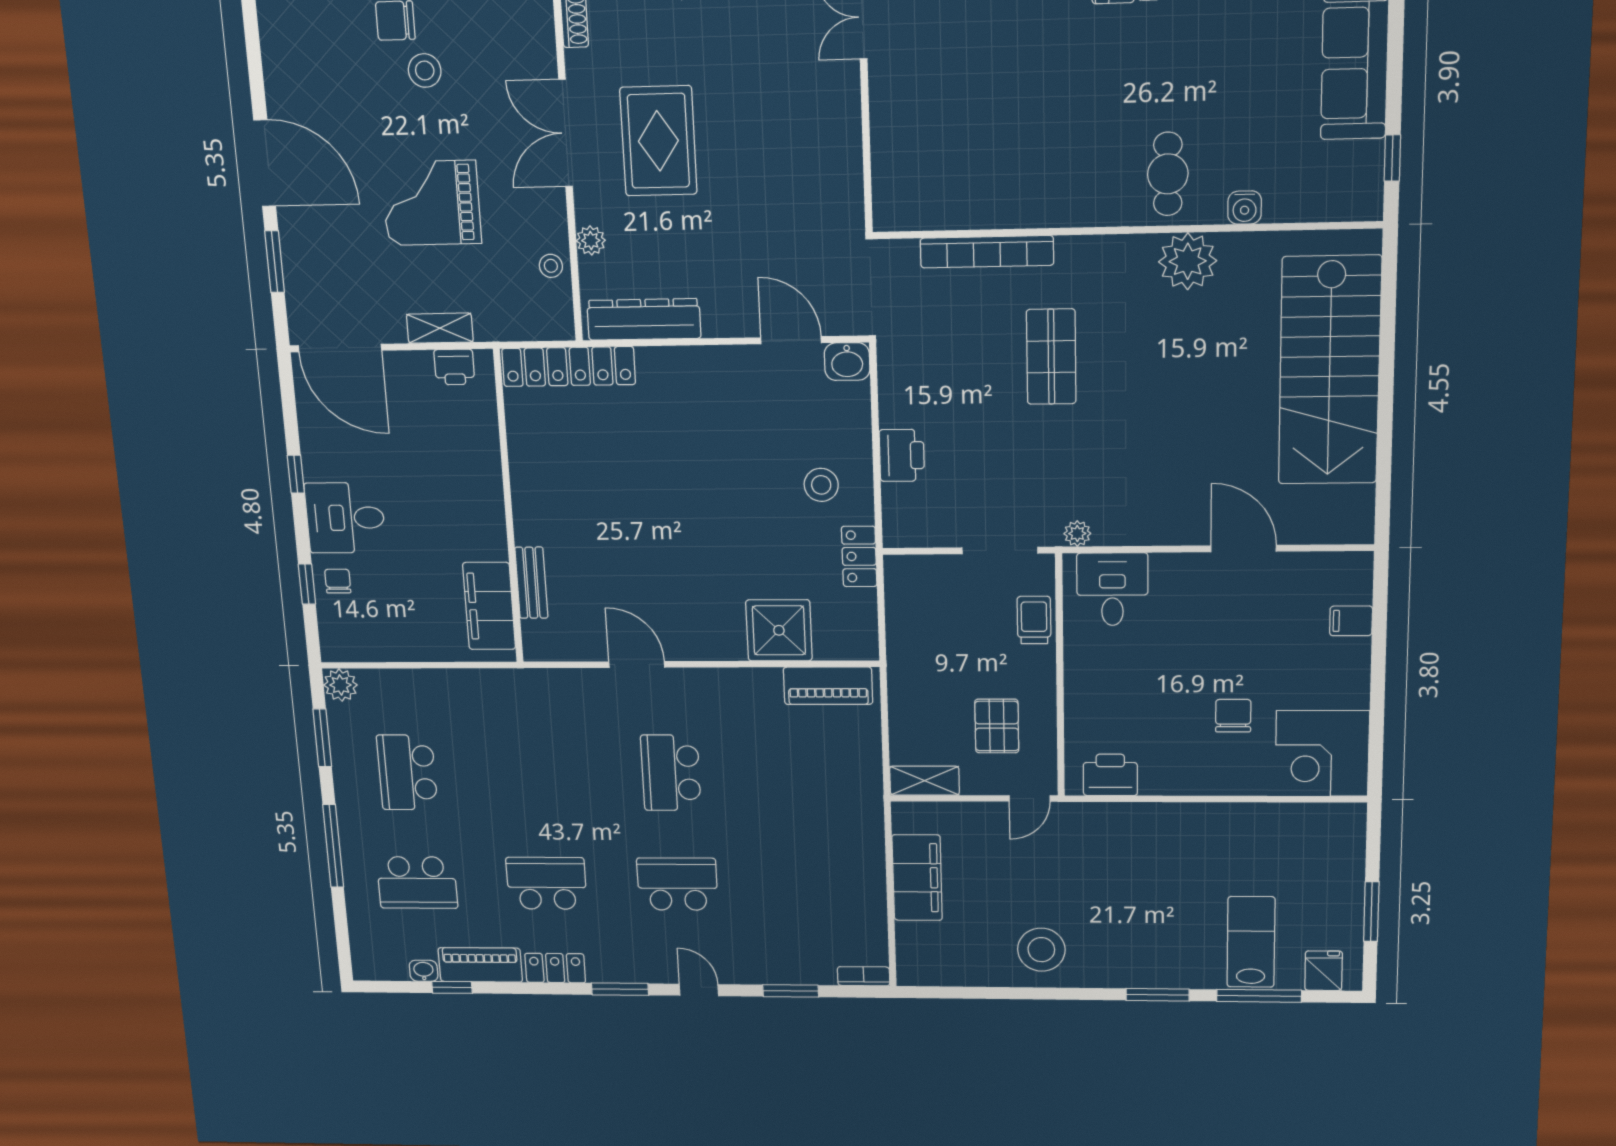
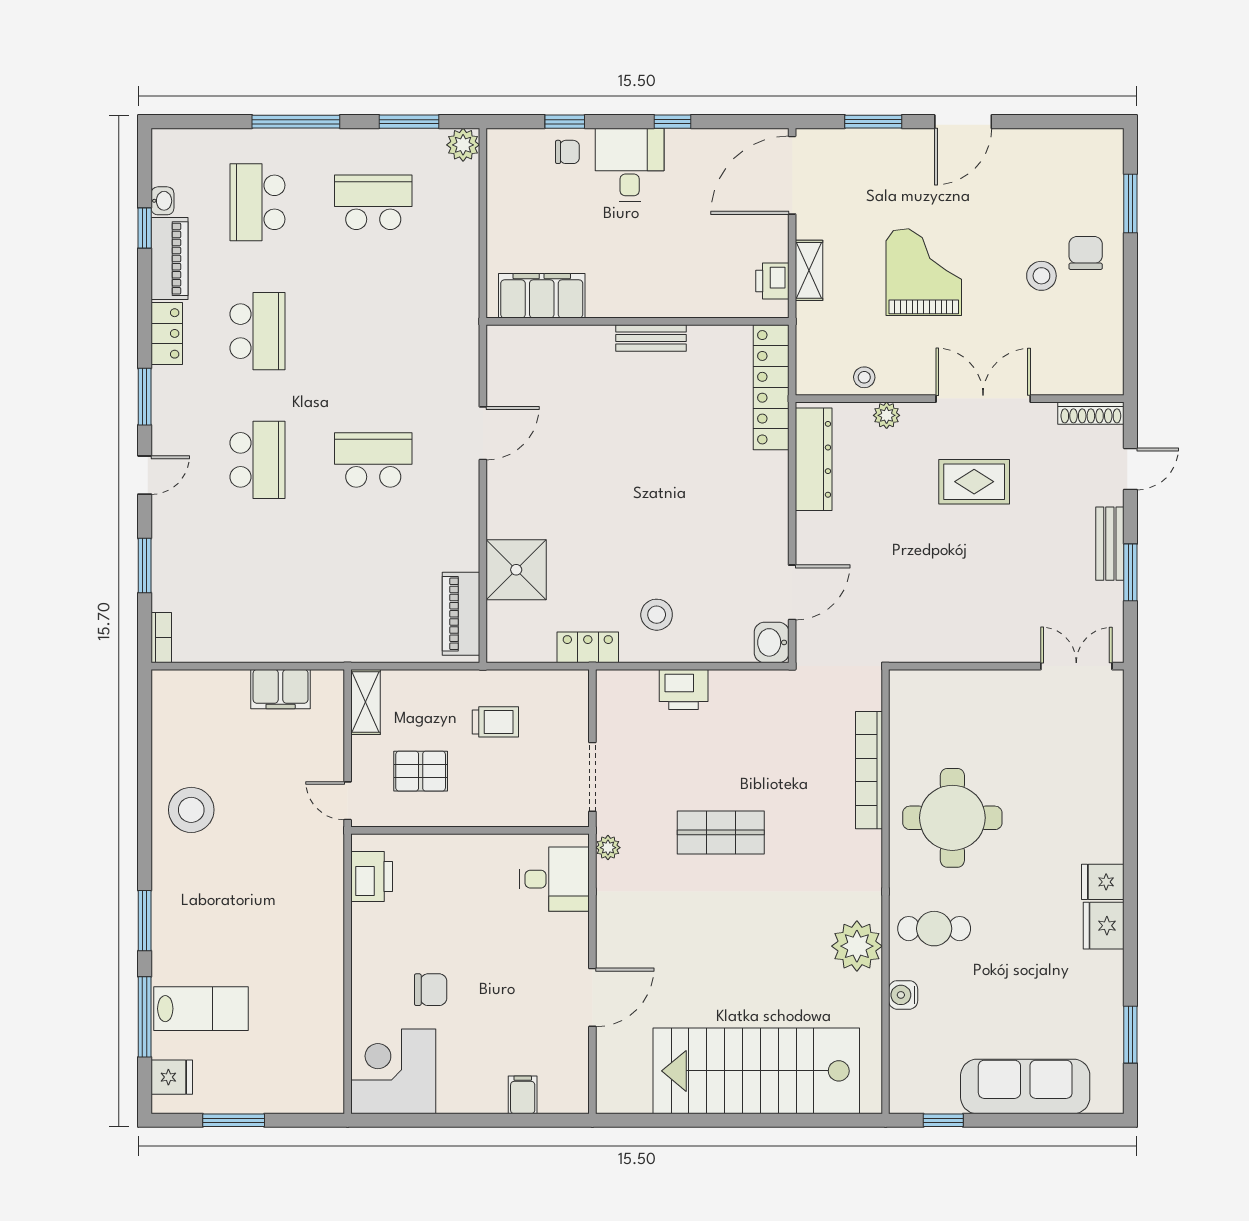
rug: (658, 141) -> (974, 482), width x0.73, depth x0.70
round table: (1040, 156) -> (952, 818), added
door: (265, 163) -> (963, 122), width x0.73
shop shelf: (1051, 357) -> (721, 832), moved
bench: (531, 583) -> (651, 338), moved
trolley: (1034, 620) -> (495, 722), moved
filing cabinet: (917, 878) -> (281, 689), width x0.67, depth x0.86

